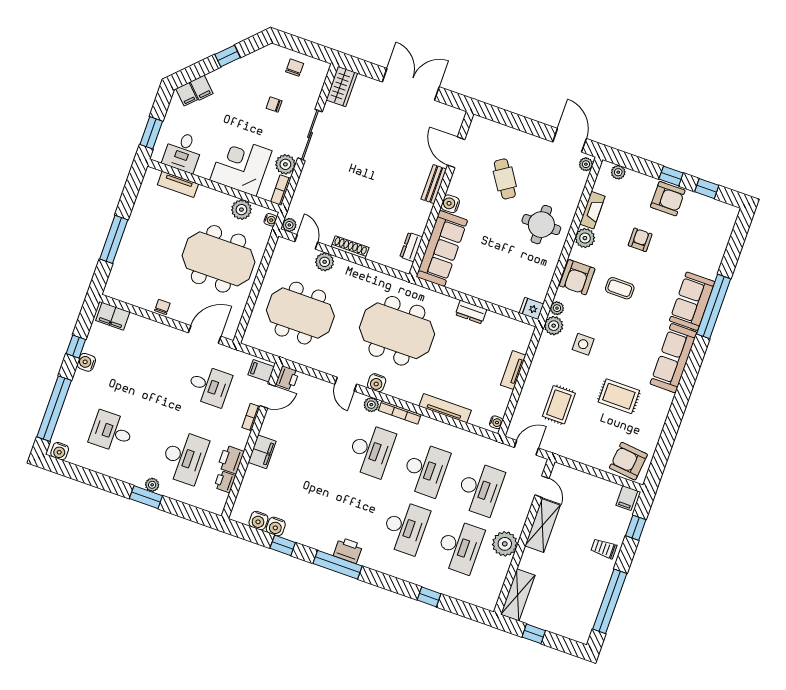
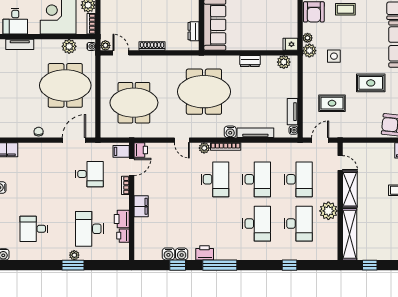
plant: (325, 262) -> (284, 62), moved
tv unit: (513, 370) -> (293, 112), moved
water cooler: (377, 383) -> (230, 132), moved
rug: (559, 405) -> (332, 103), turned 90
desk: (184, 457) -> (89, 229), turned 180
water cooler: (258, 521) -> (182, 254), moved
printer: (348, 550) -> (205, 253), moved
shelving: (518, 595) -> (350, 234), width x1.47

